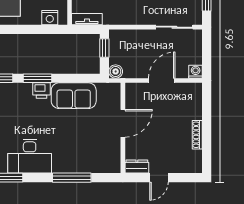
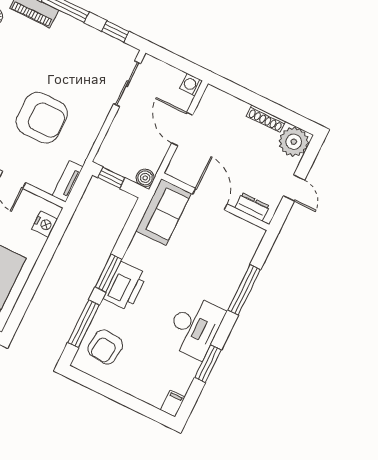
printer: (42, 91) -> (125, 286), width x1.87, depth x1.48
sofa: (74, 96) -> (164, 212), moved
plant: (191, 162) -> (294, 142), added
dresser: (137, 166) -> (252, 207), moved, turned 90

